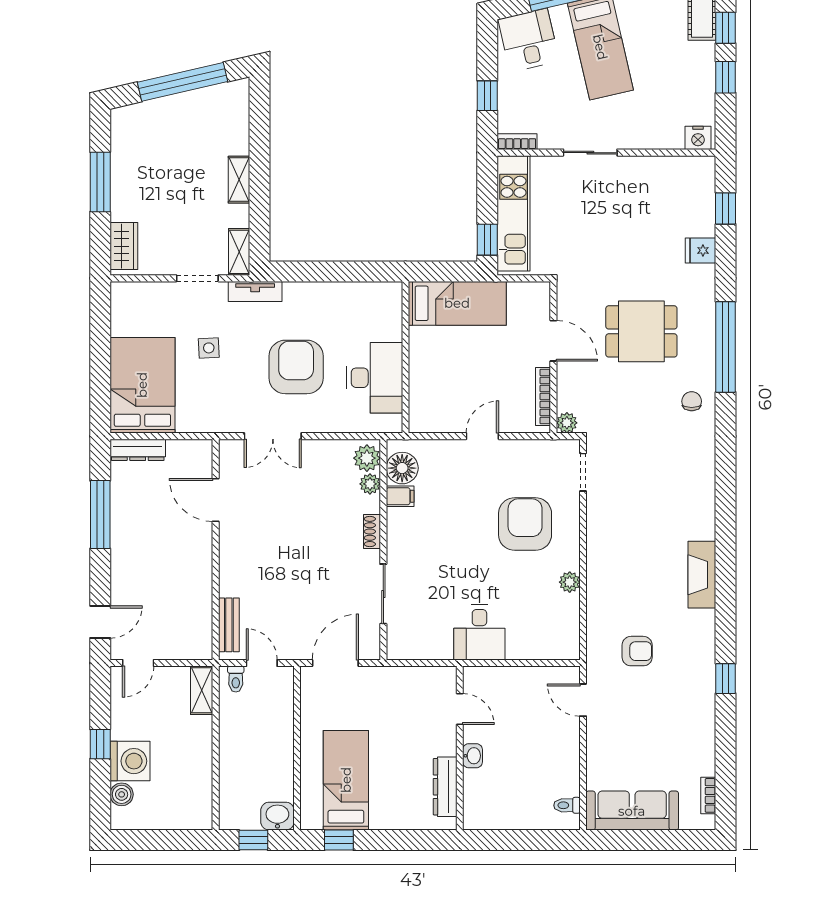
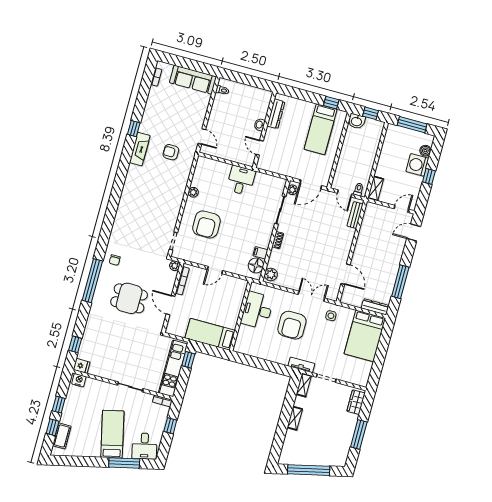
fridge: (701, 250) -> (82, 366), moved
side table: (209, 348) -> (331, 316), moved
plant: (370, 484) -> (292, 190), moved
fireplace: (702, 575) -> (140, 149), moved
window: (163, 840) -> (412, 125), added

